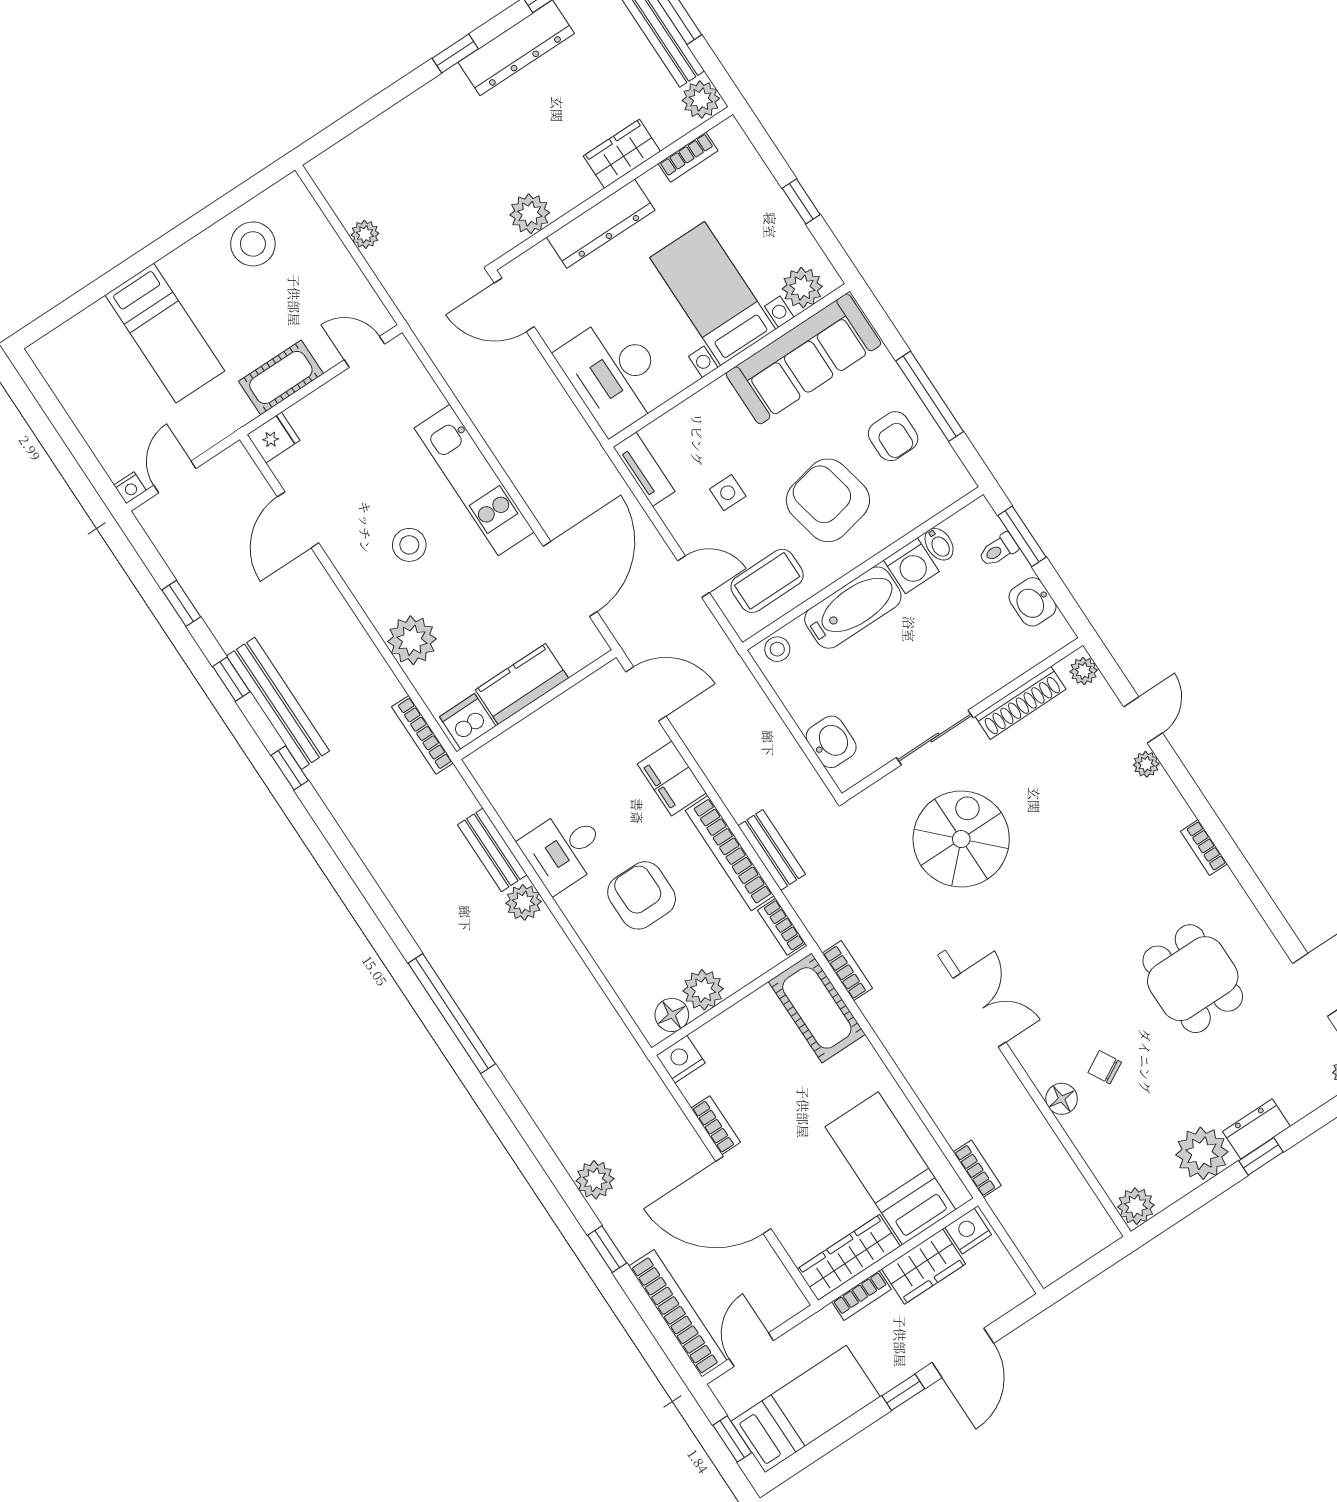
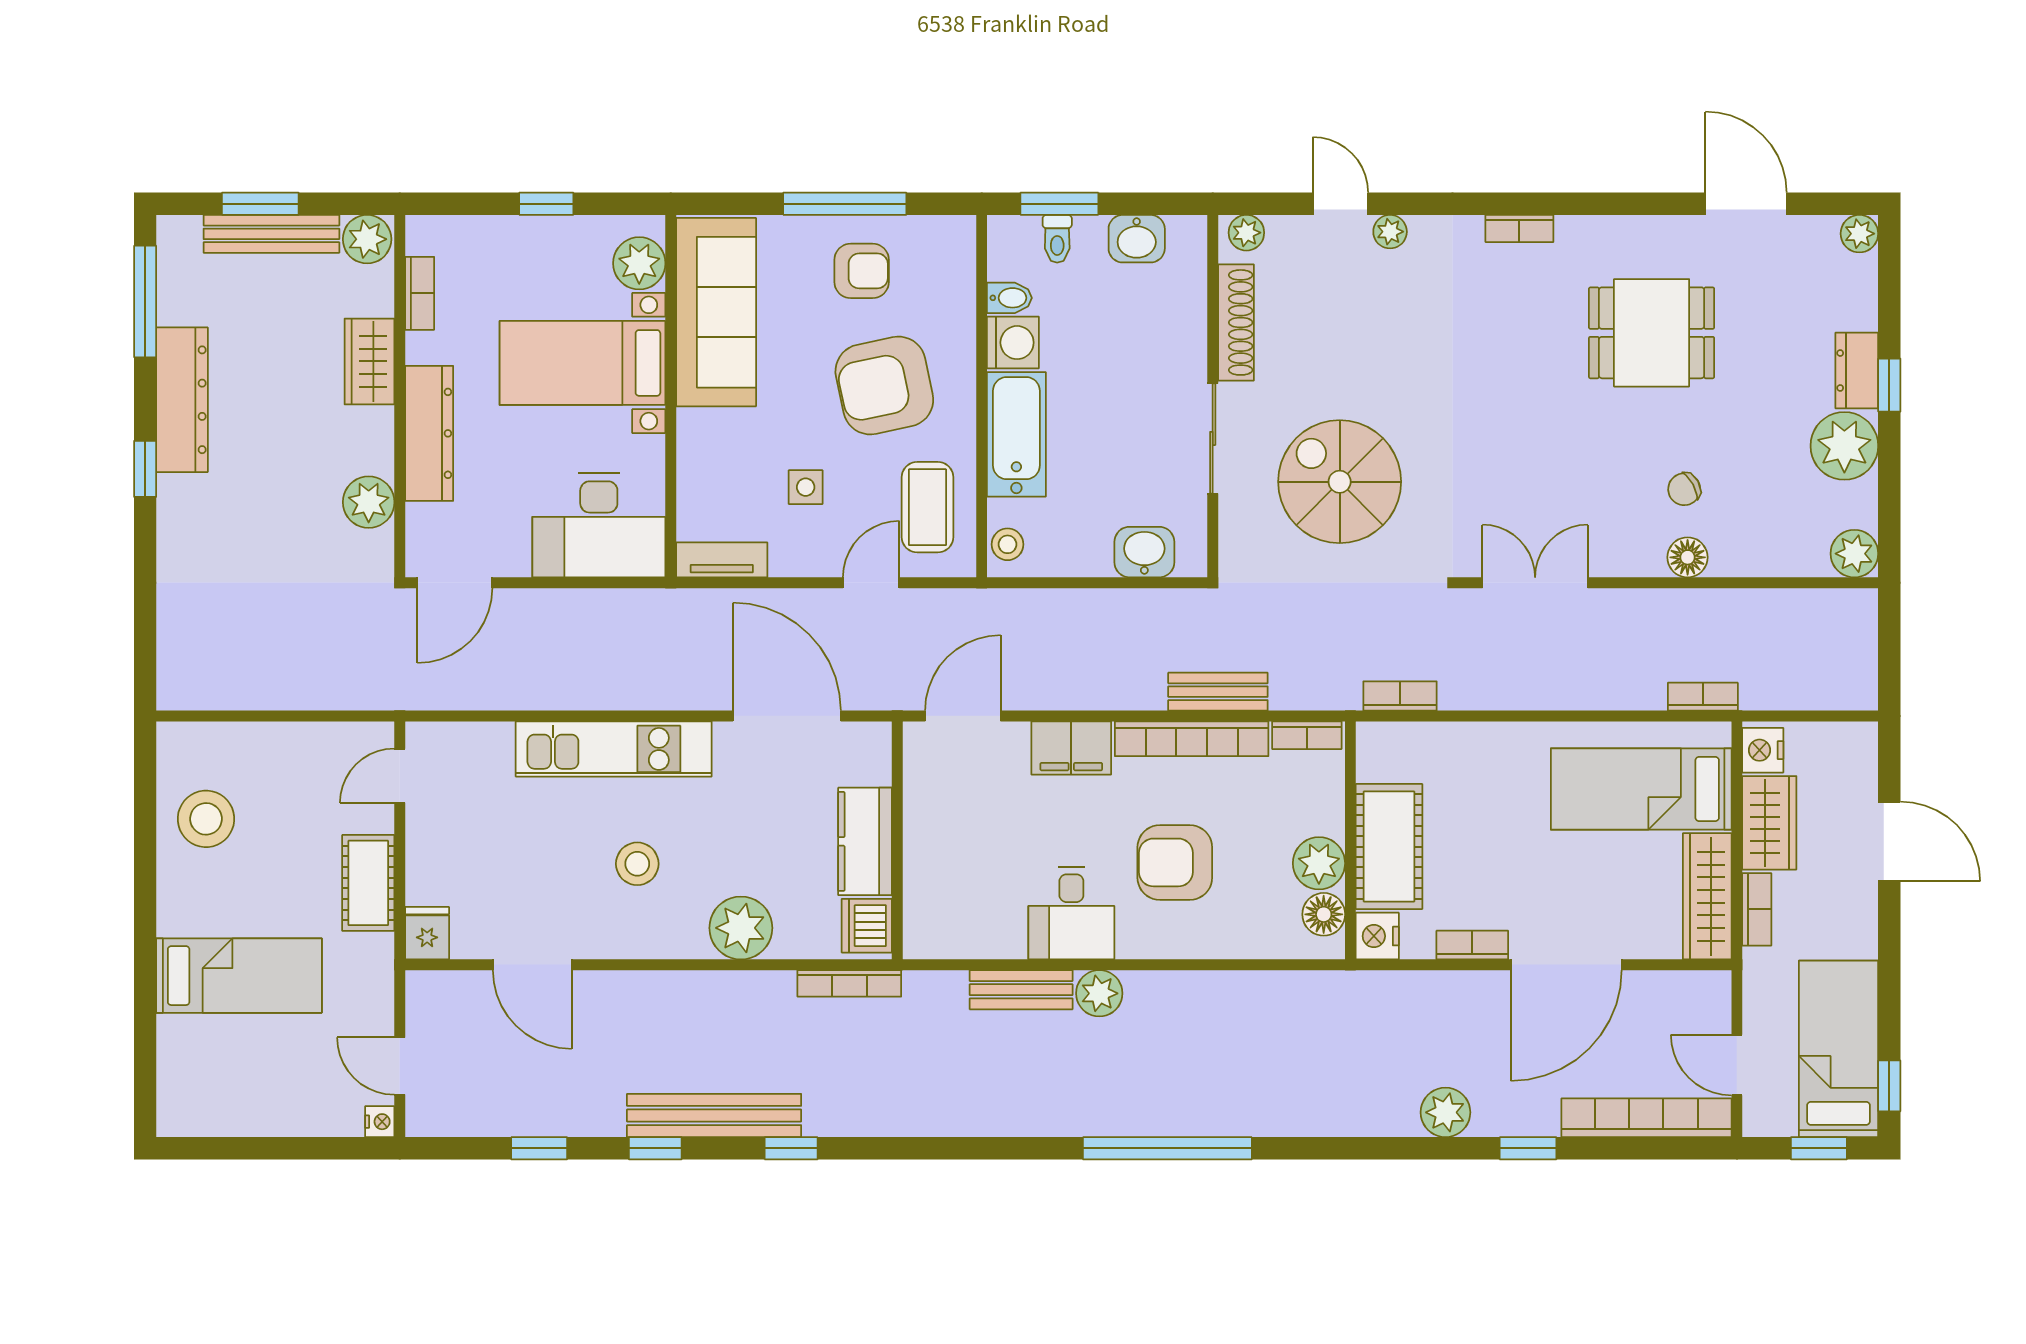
plant: (365, 234) -> (275, 692), removed
cot: (817, 1008) -> (1389, 847), moved, turned 90
window: (903, 1392) -> (1889, 1086), moved

